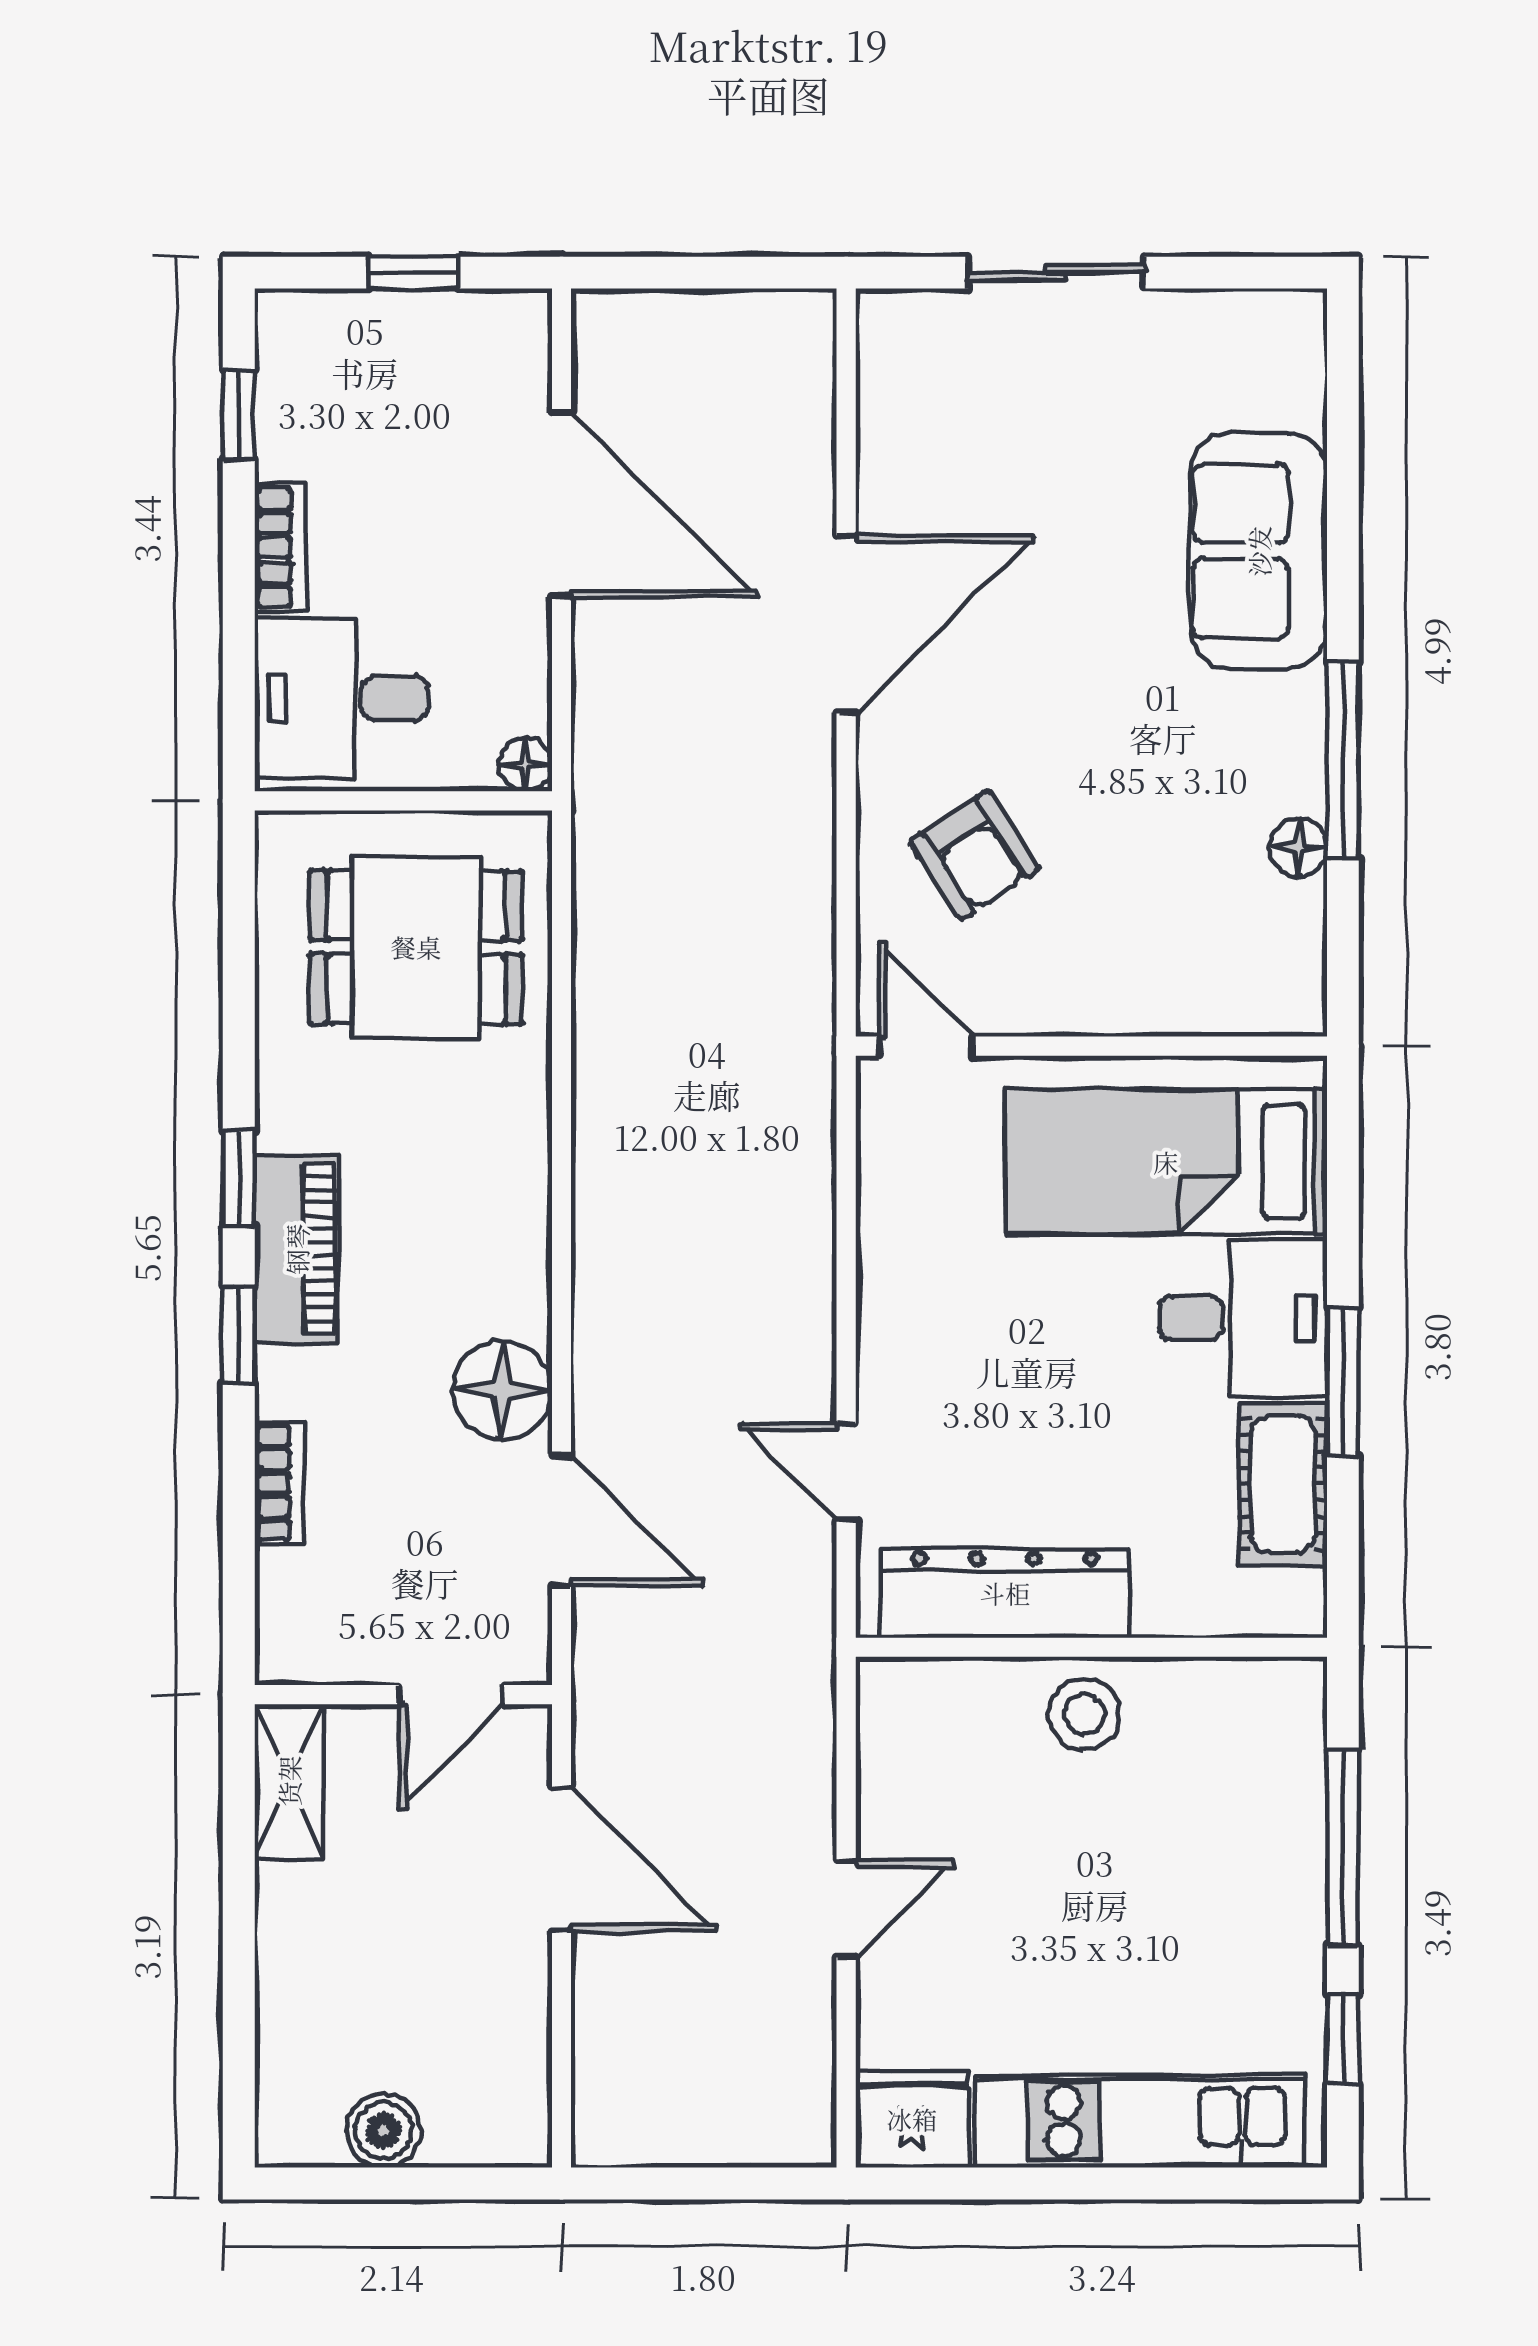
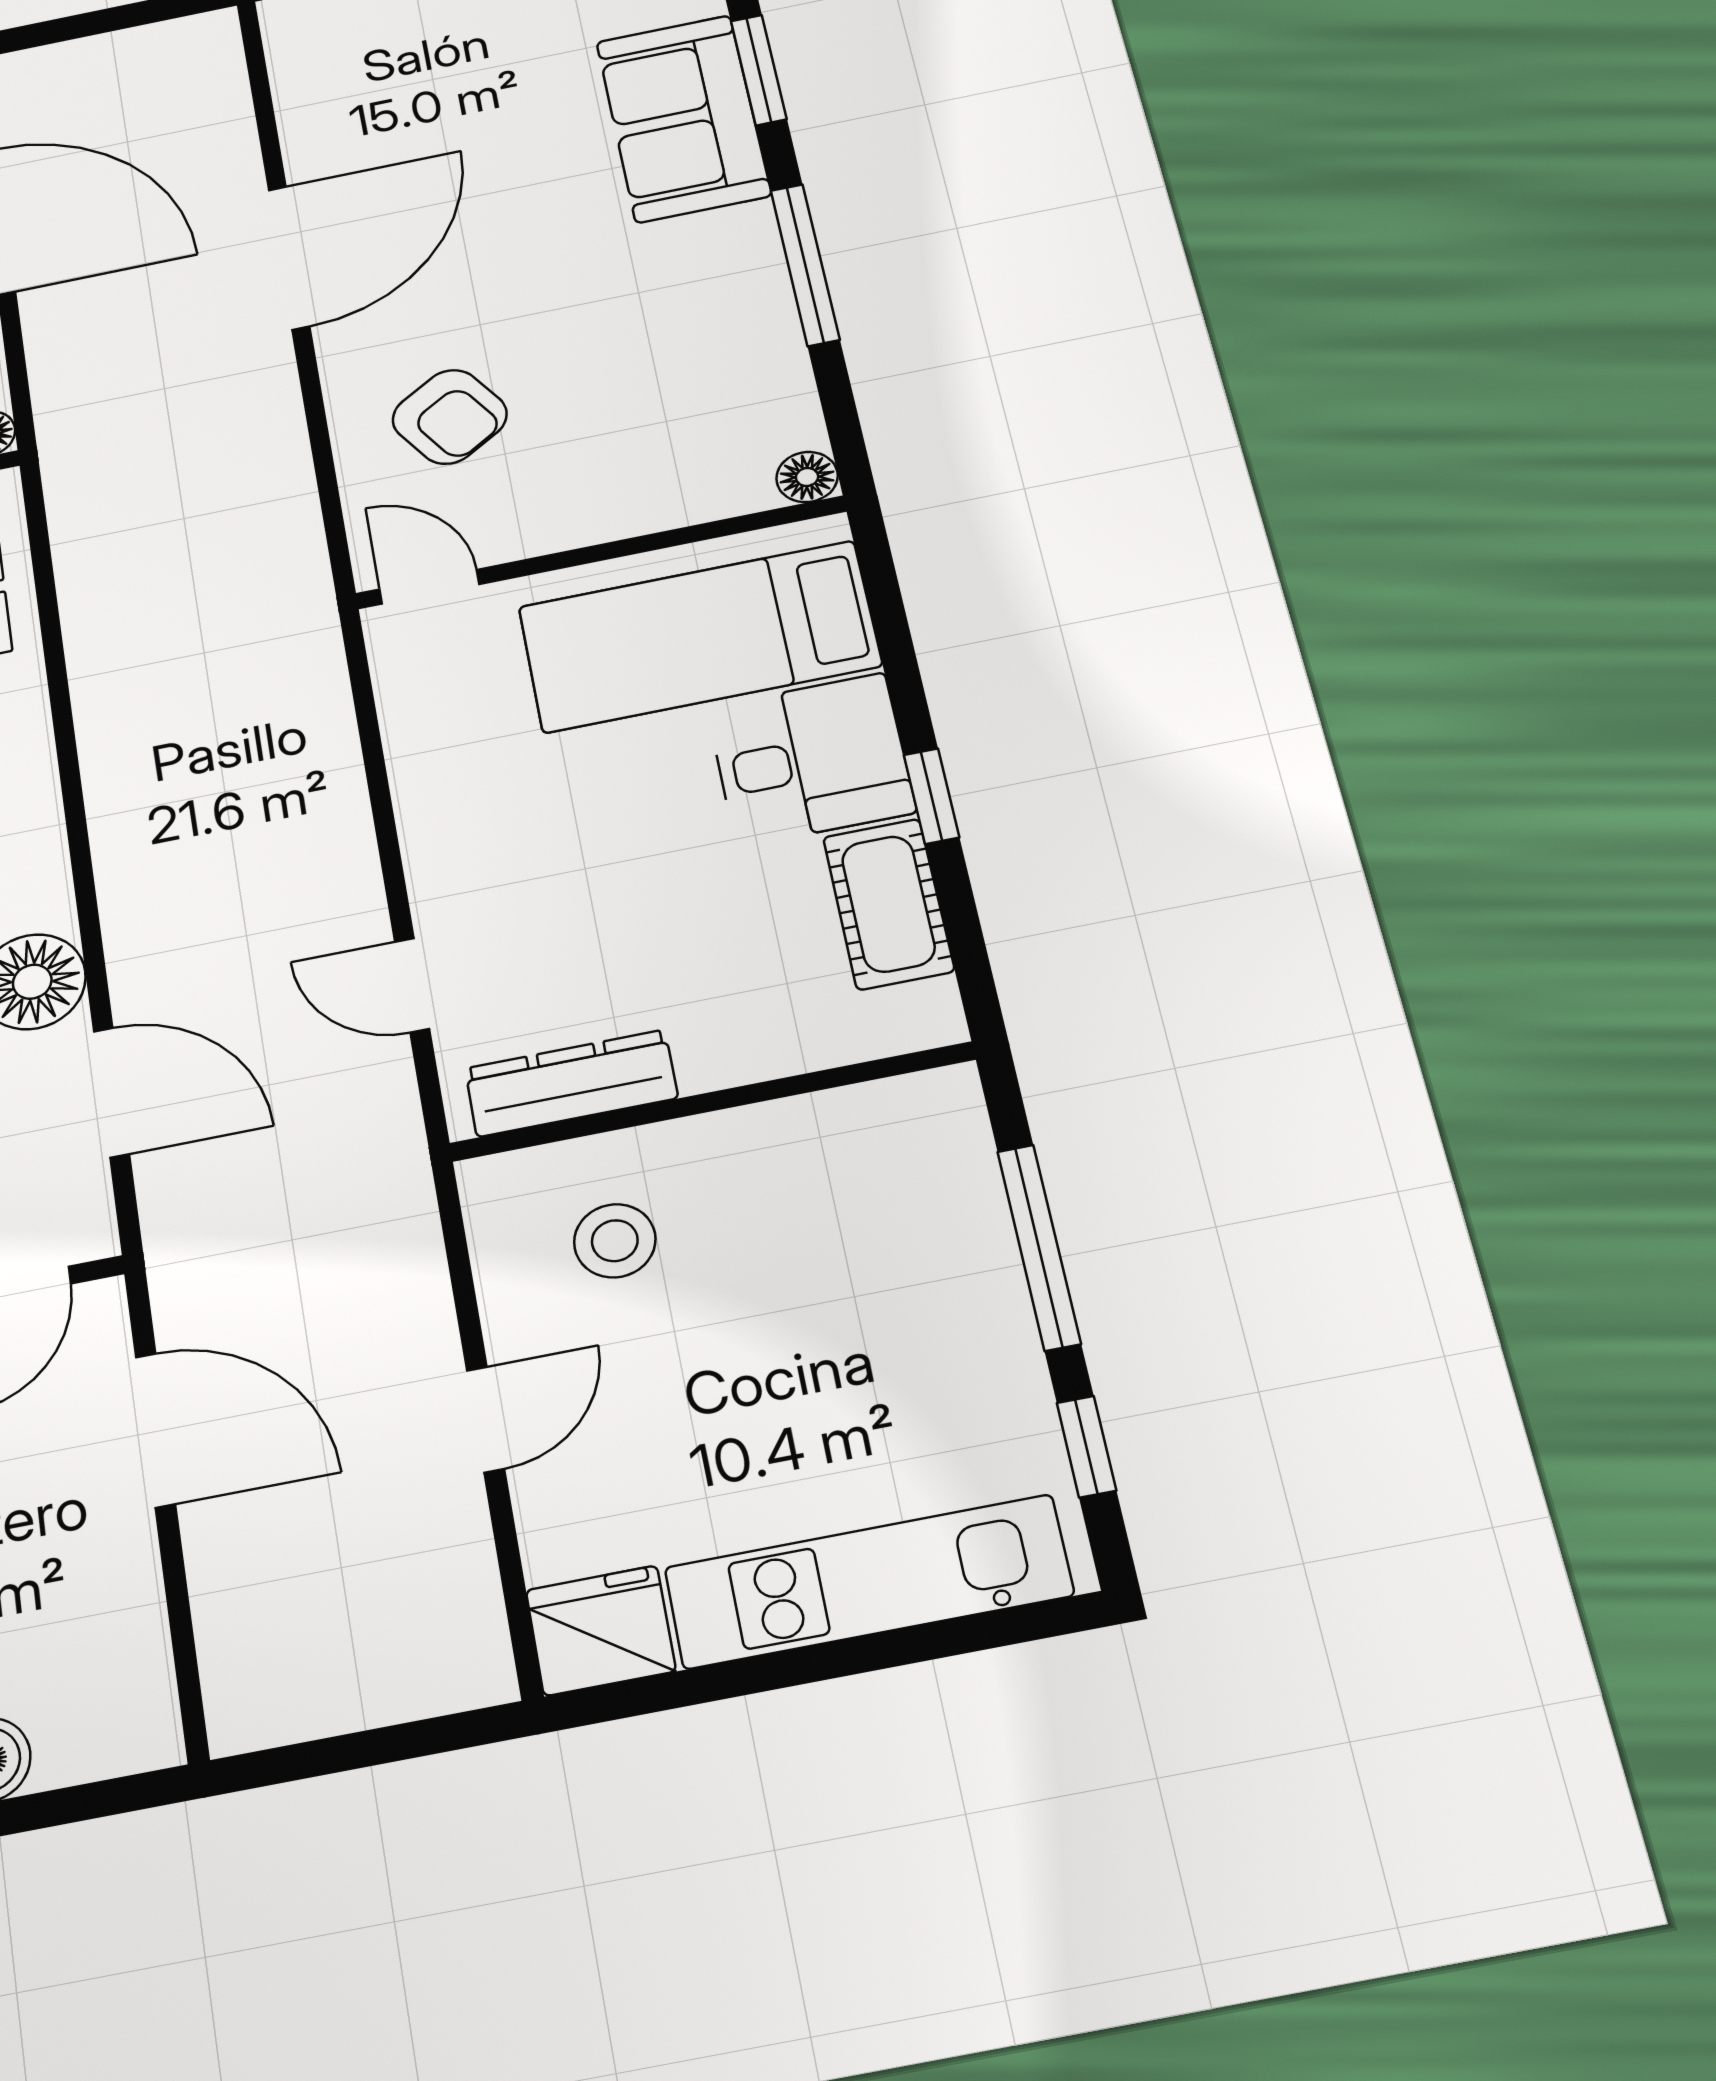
window: (1343, 510) -> (759, 70), added
floor lamp: (1298, 848) -> (807, 477), moved
window: (1343, 1382) -> (932, 796), width x0.67
dresser: (1005, 1593) -> (571, 1083), width x0.73, depth x0.80
stool: (1084, 1714) -> (615, 1241), moved

